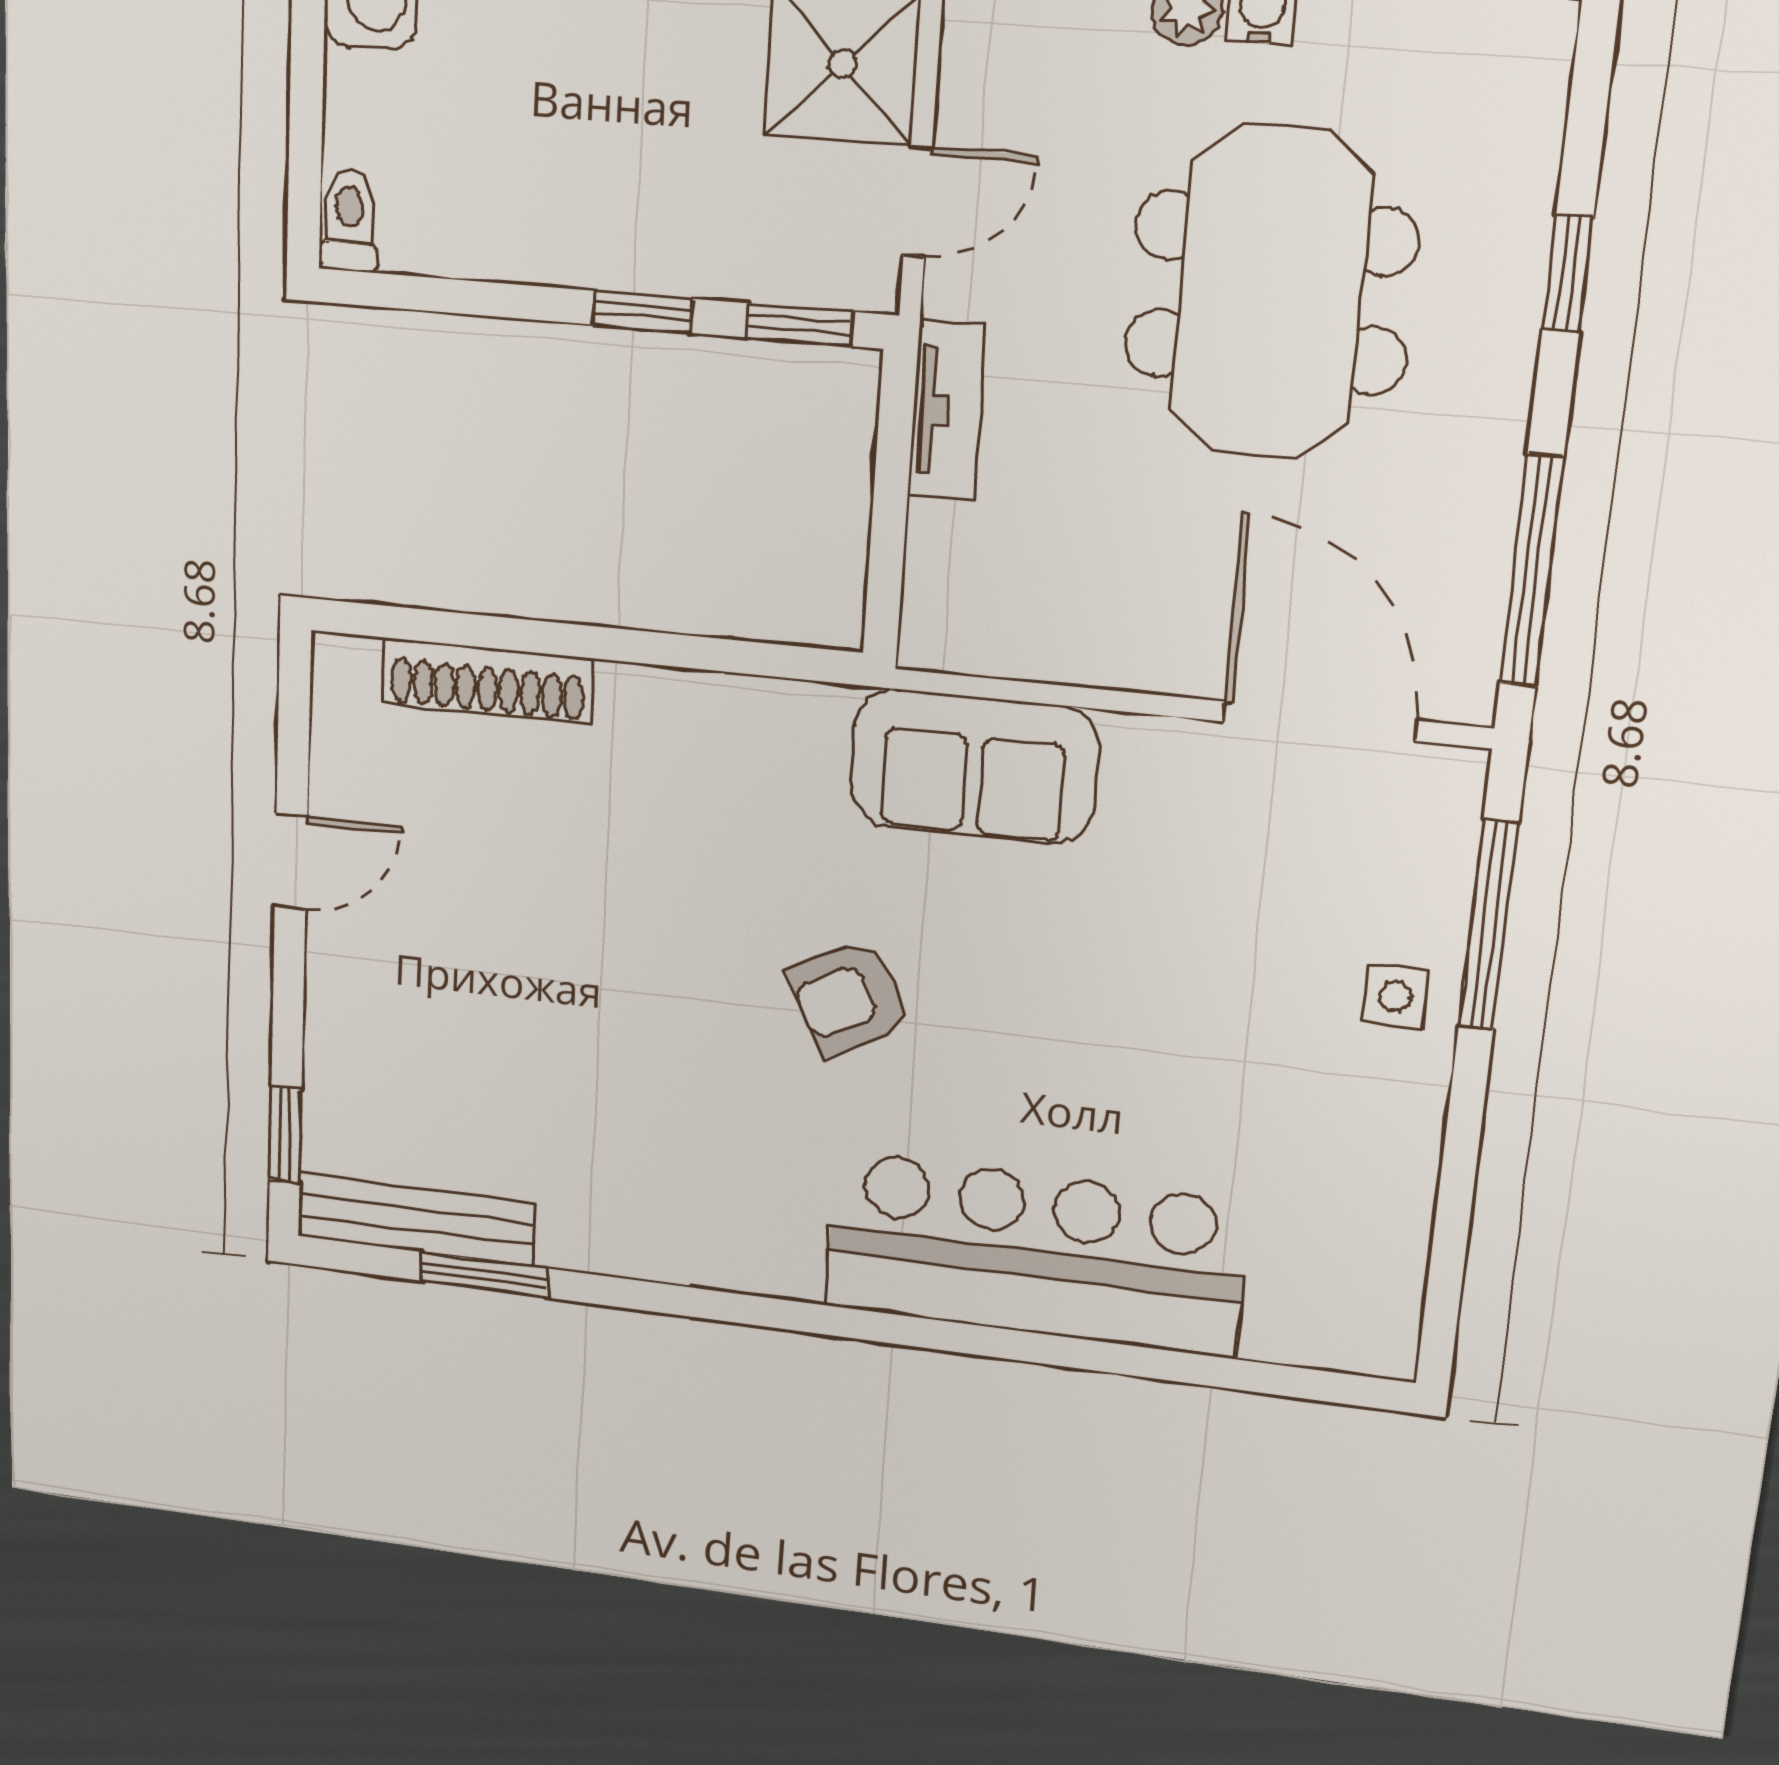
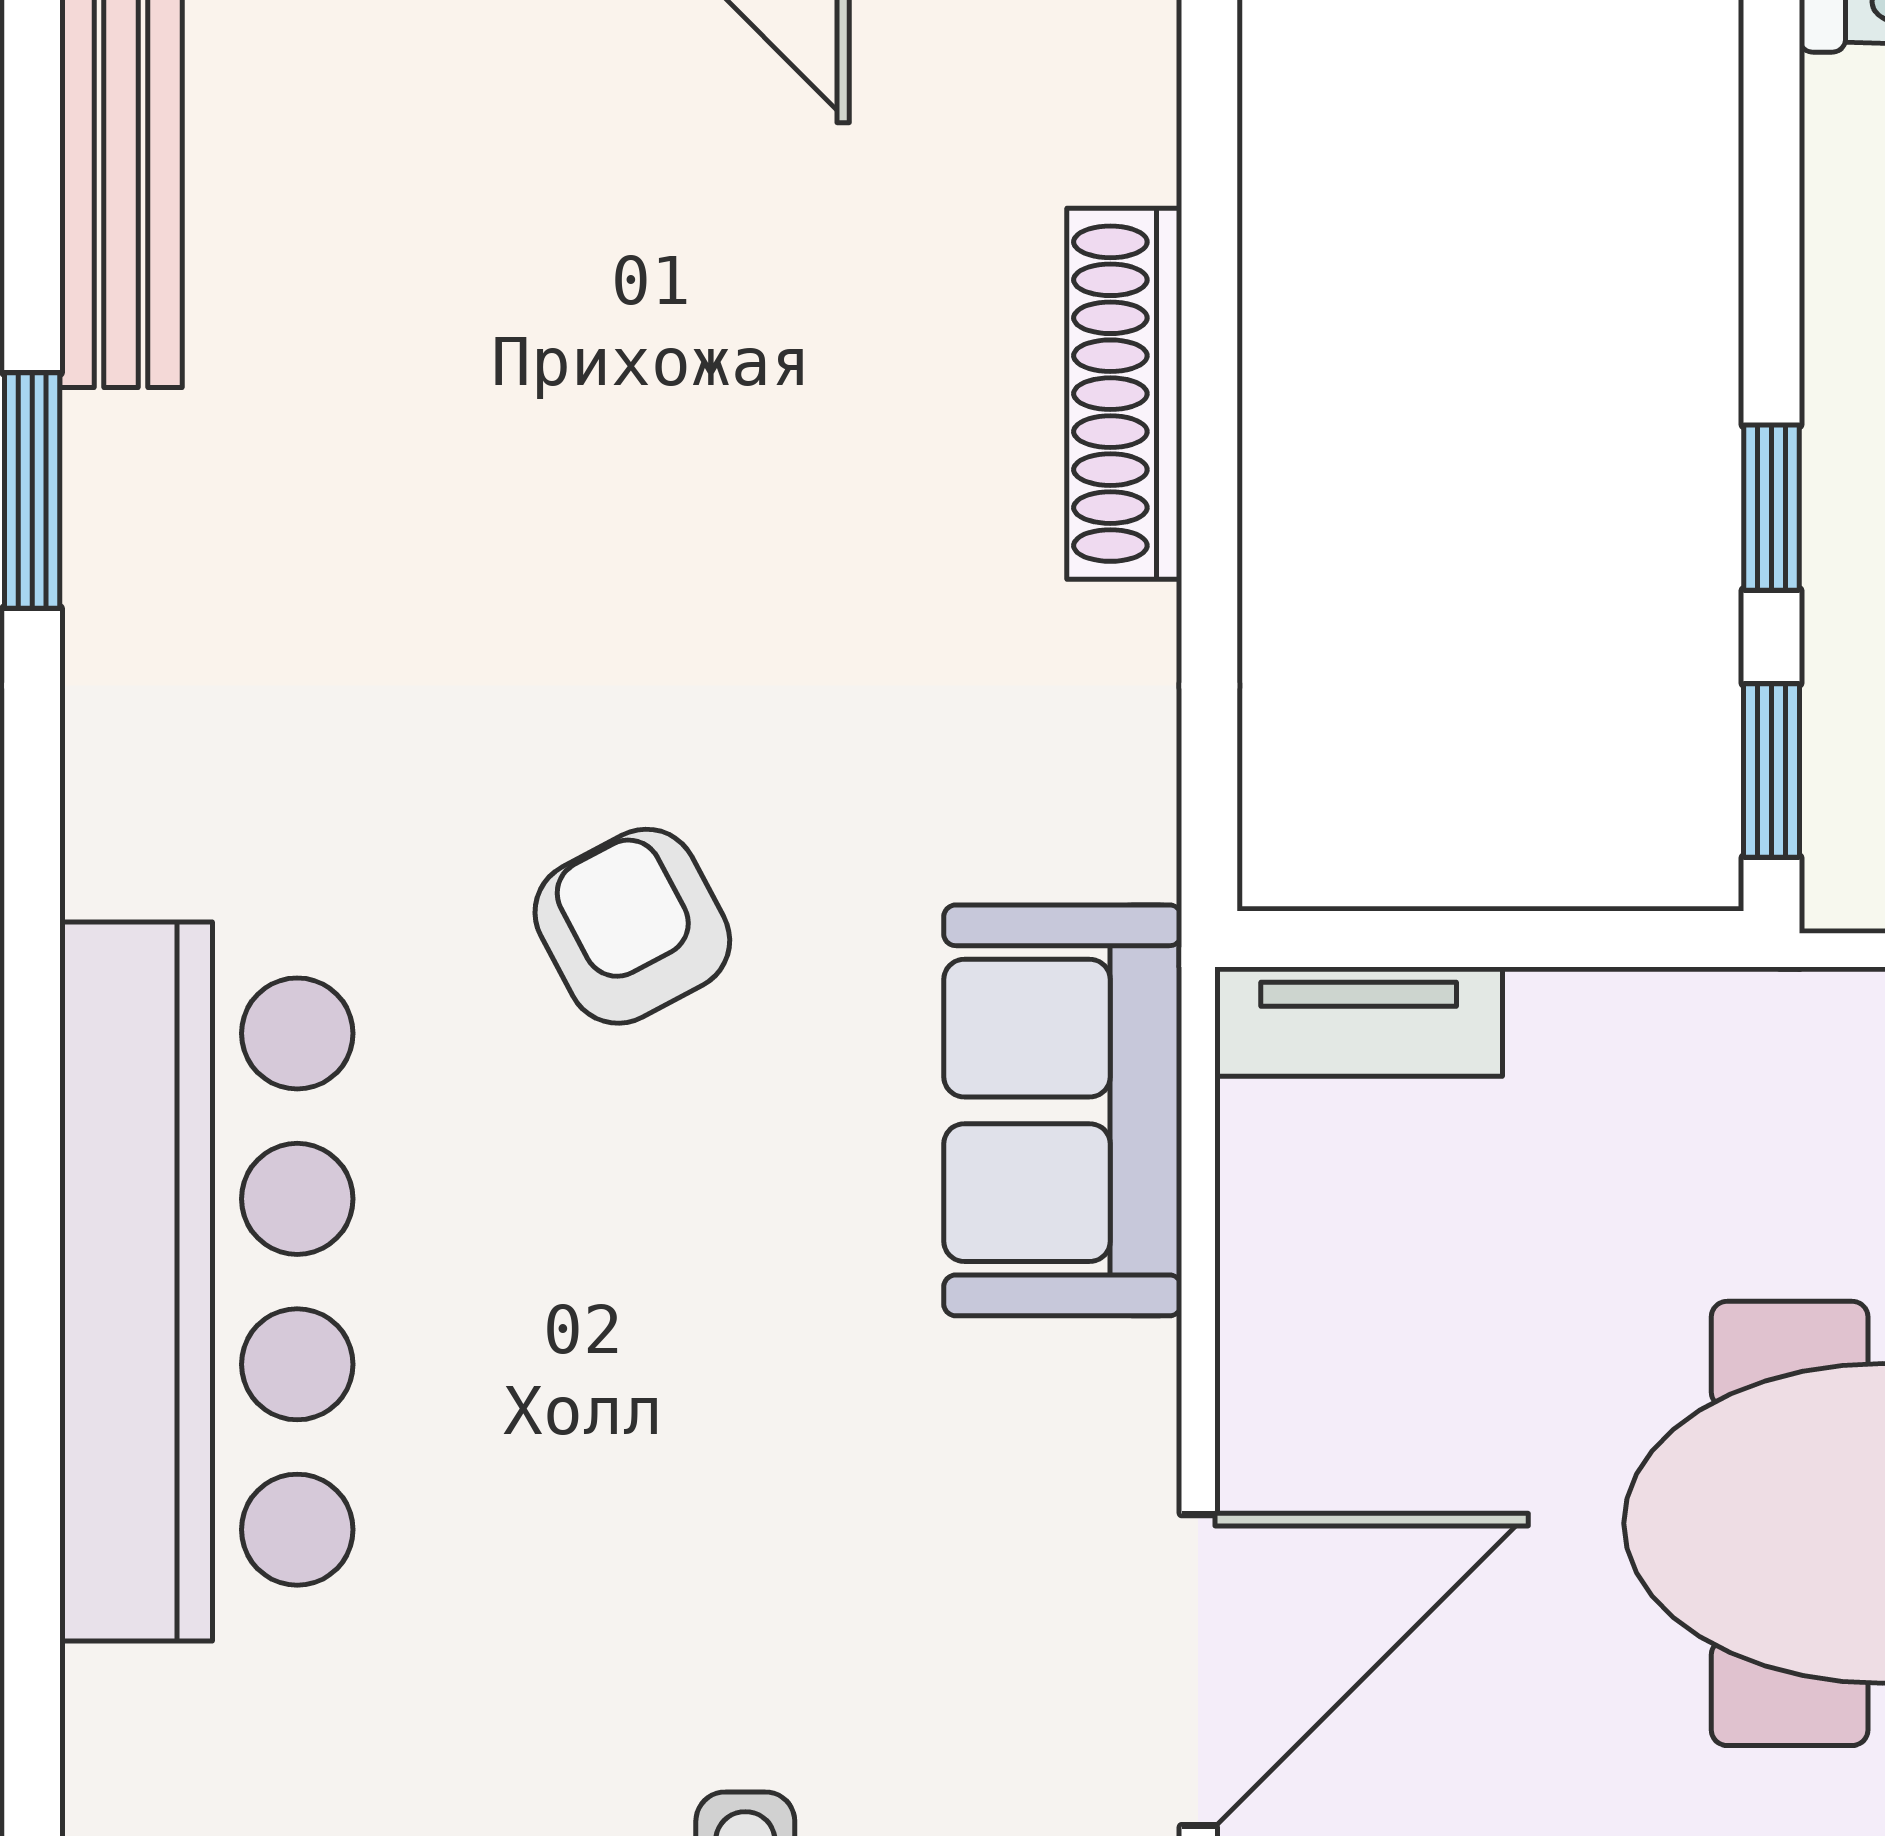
tv unit: (947, 411) -> (1359, 1022), moved
shoe rack: (487, 681) -> (1124, 394), moved
window: (485, 1275) -> (32, 490), moved

